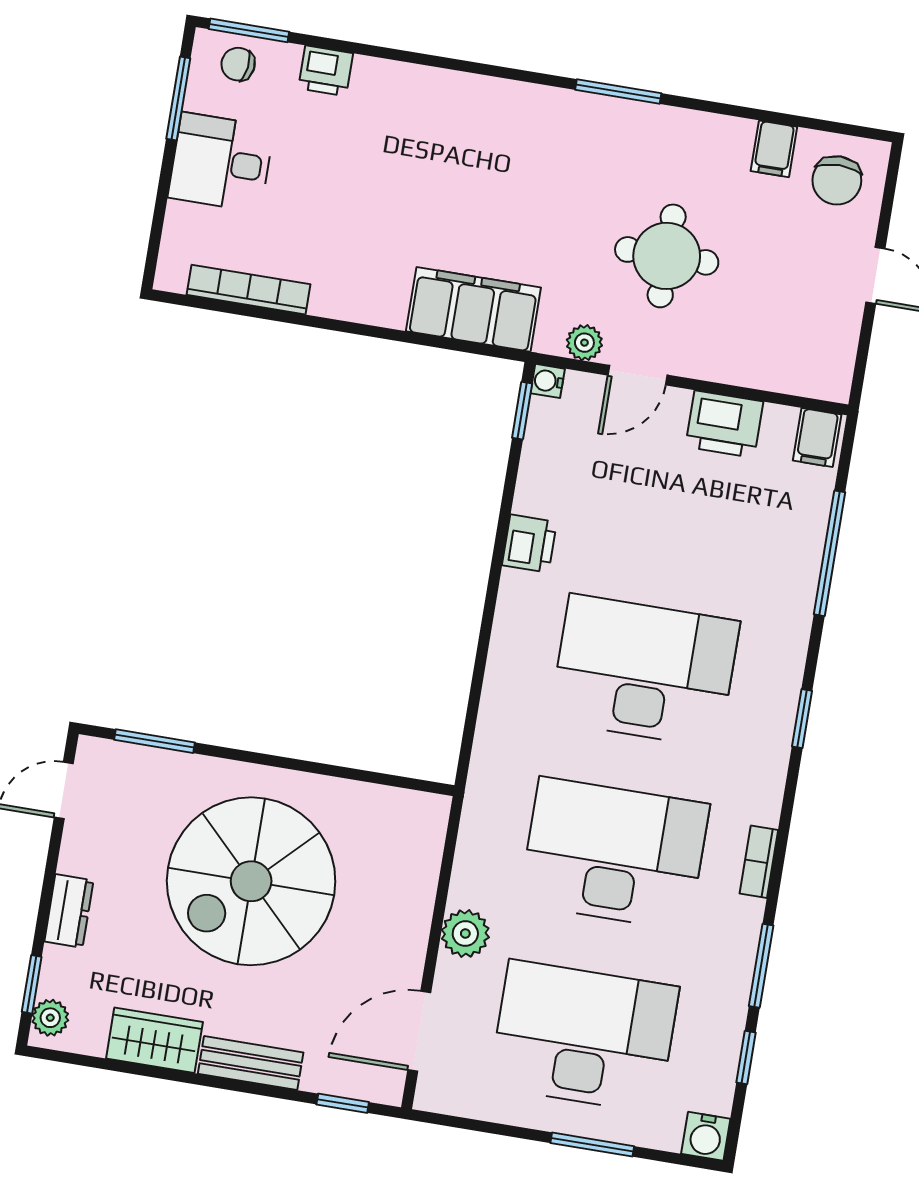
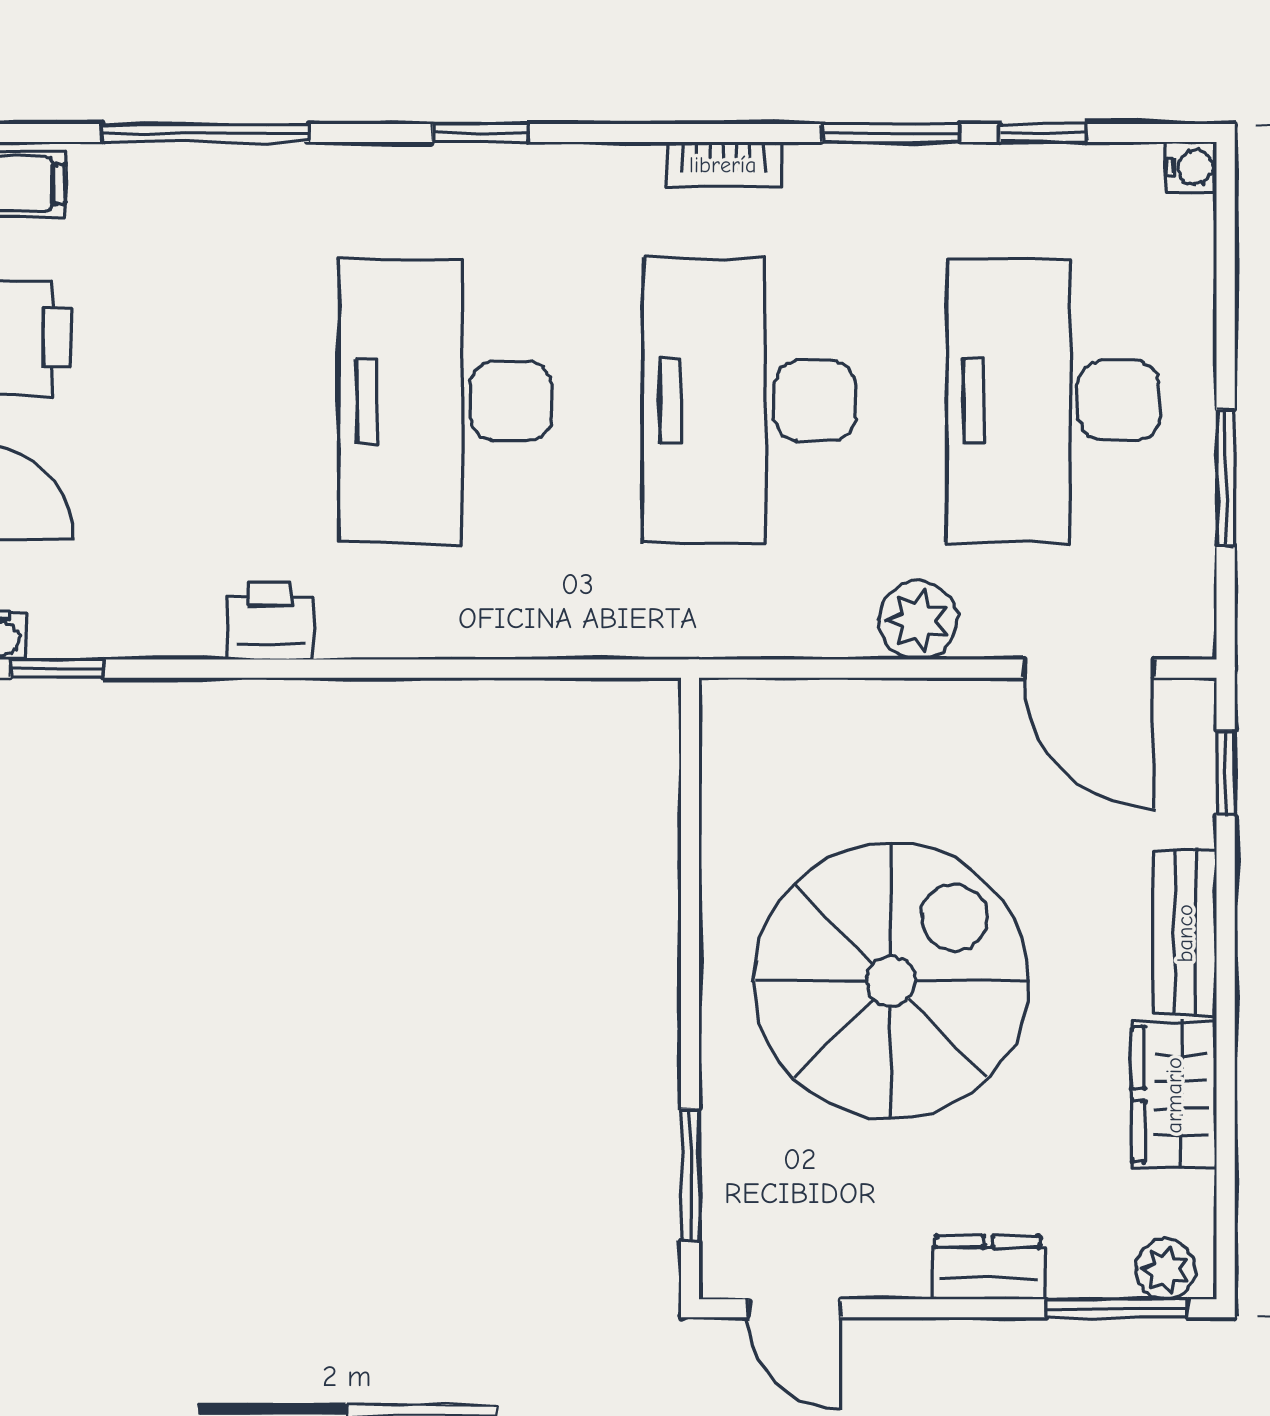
spiral stairs: (251, 881) -> (891, 981), turned -90
window: (32, 984) -> (1116, 1308), width x1.50
water cooler: (706, 1136) -> (1191, 167), width x0.72, depth x0.72
window: (592, 1145) -> (1226, 478), moved

